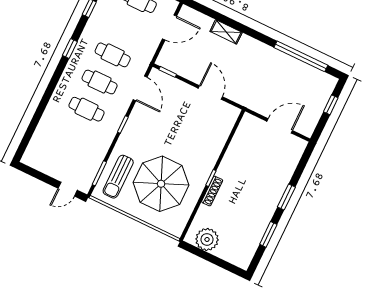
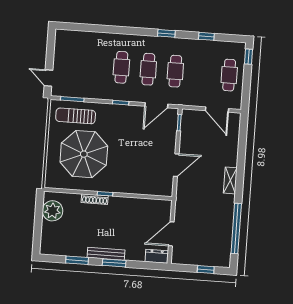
shelving: (226, 32) -> (230, 180), moved
door: (280, 126) -> (171, 234), swing flipped
dresser: (297, 150) -> (157, 256), added
bench: (274, 202) -> (106, 254), added

